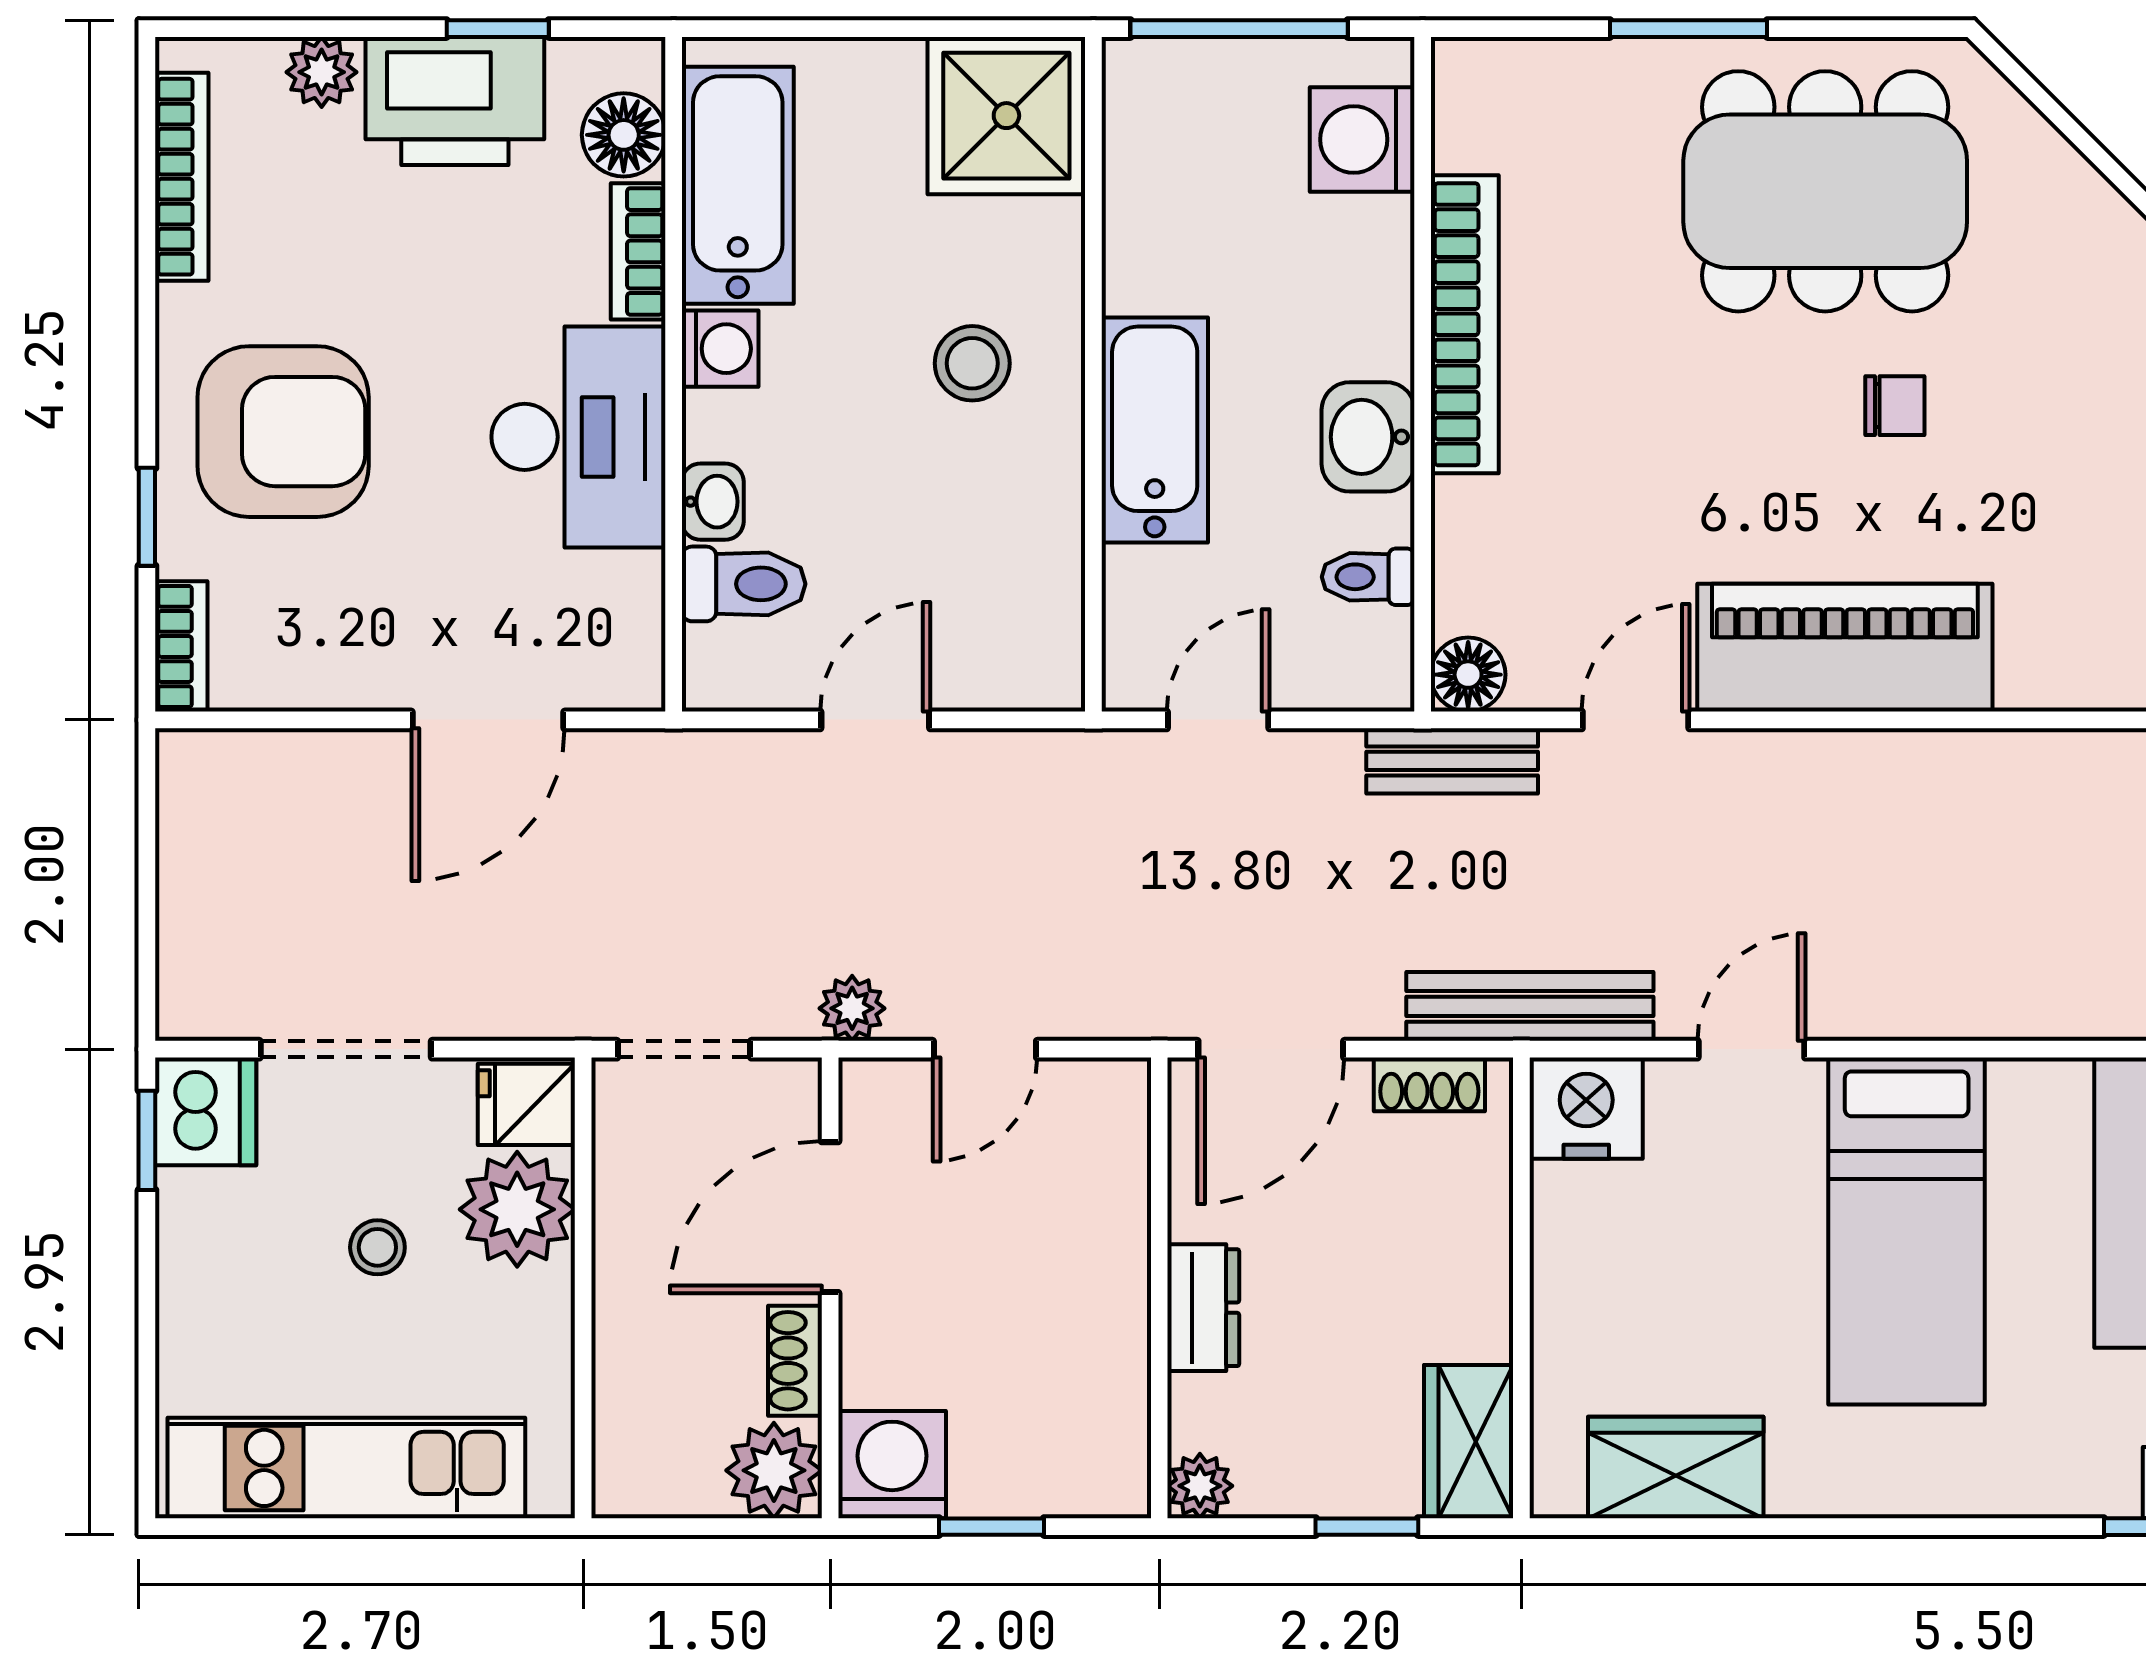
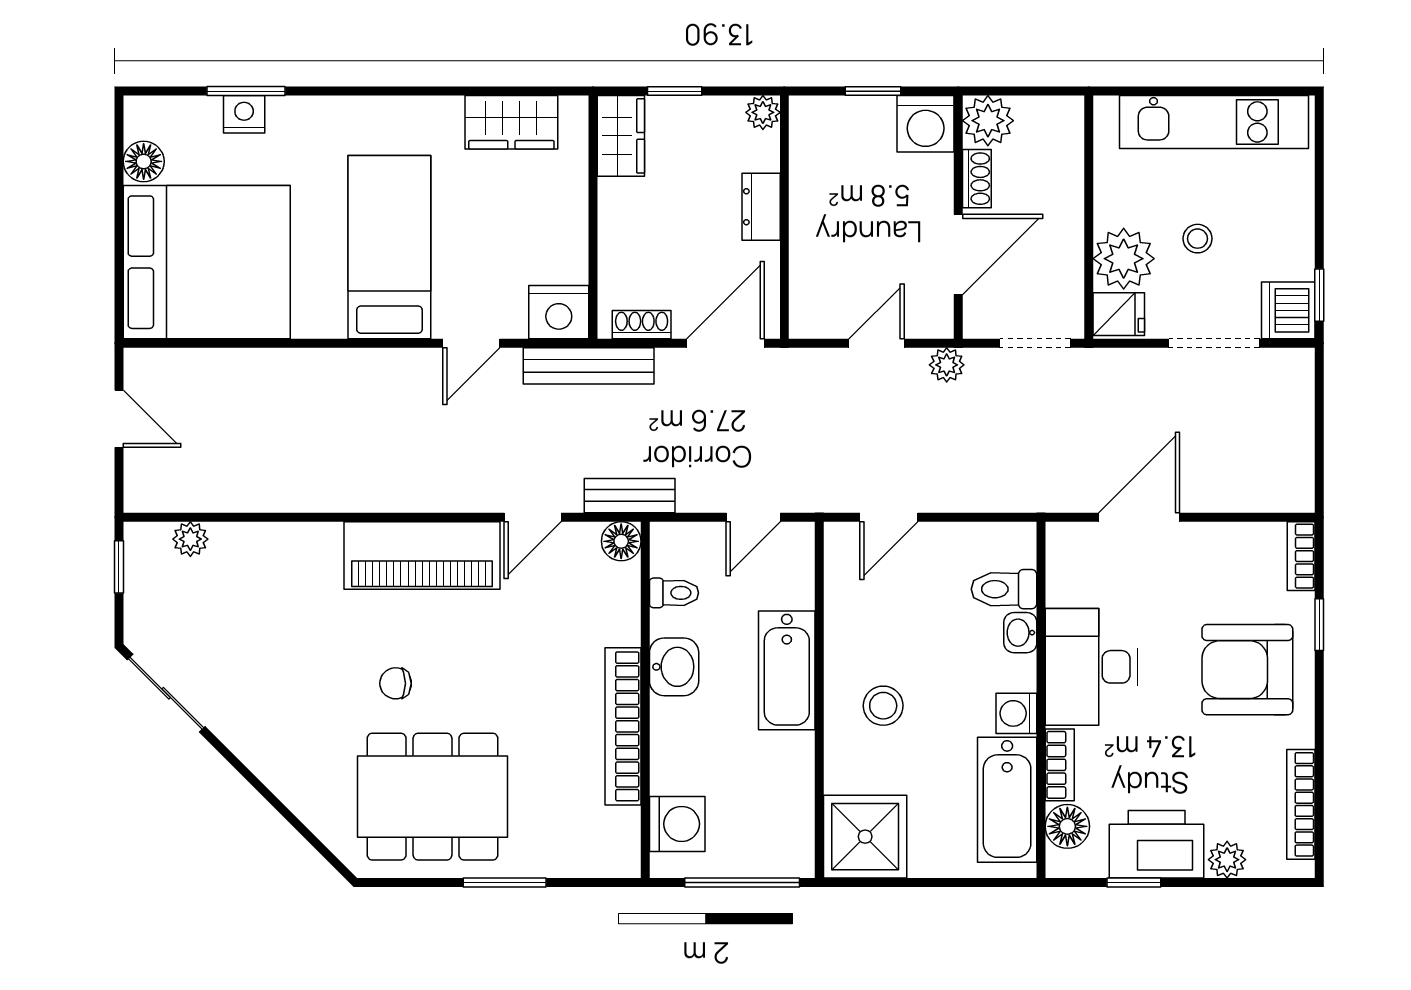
door: (875, 720) -> (889, 517), moved

